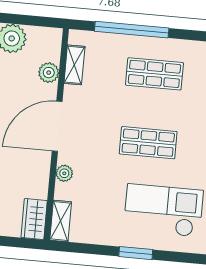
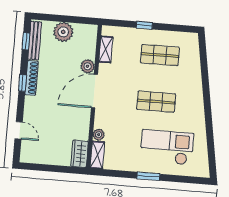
window: (132, 30) -> (144, 25), width x0.32
plant: (49, 73) -> (88, 66), moved
plant: (64, 173) -> (99, 135), moved

